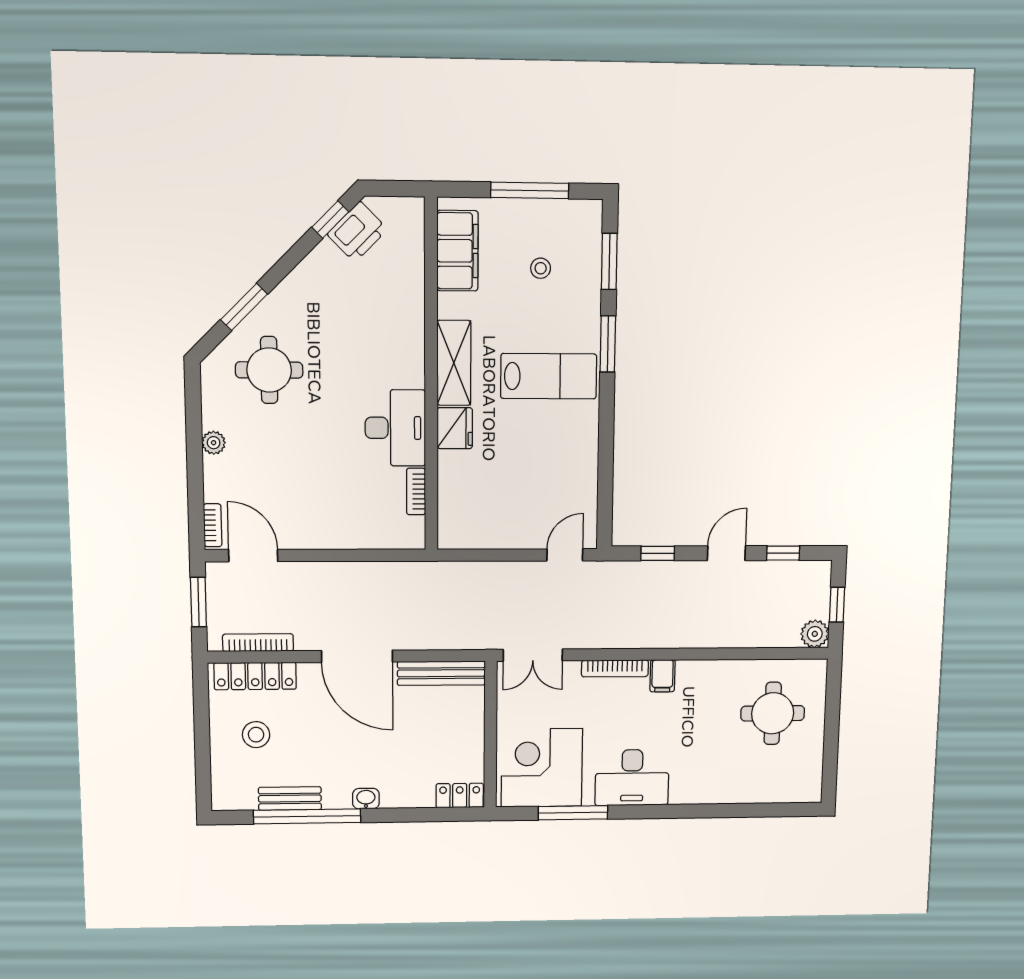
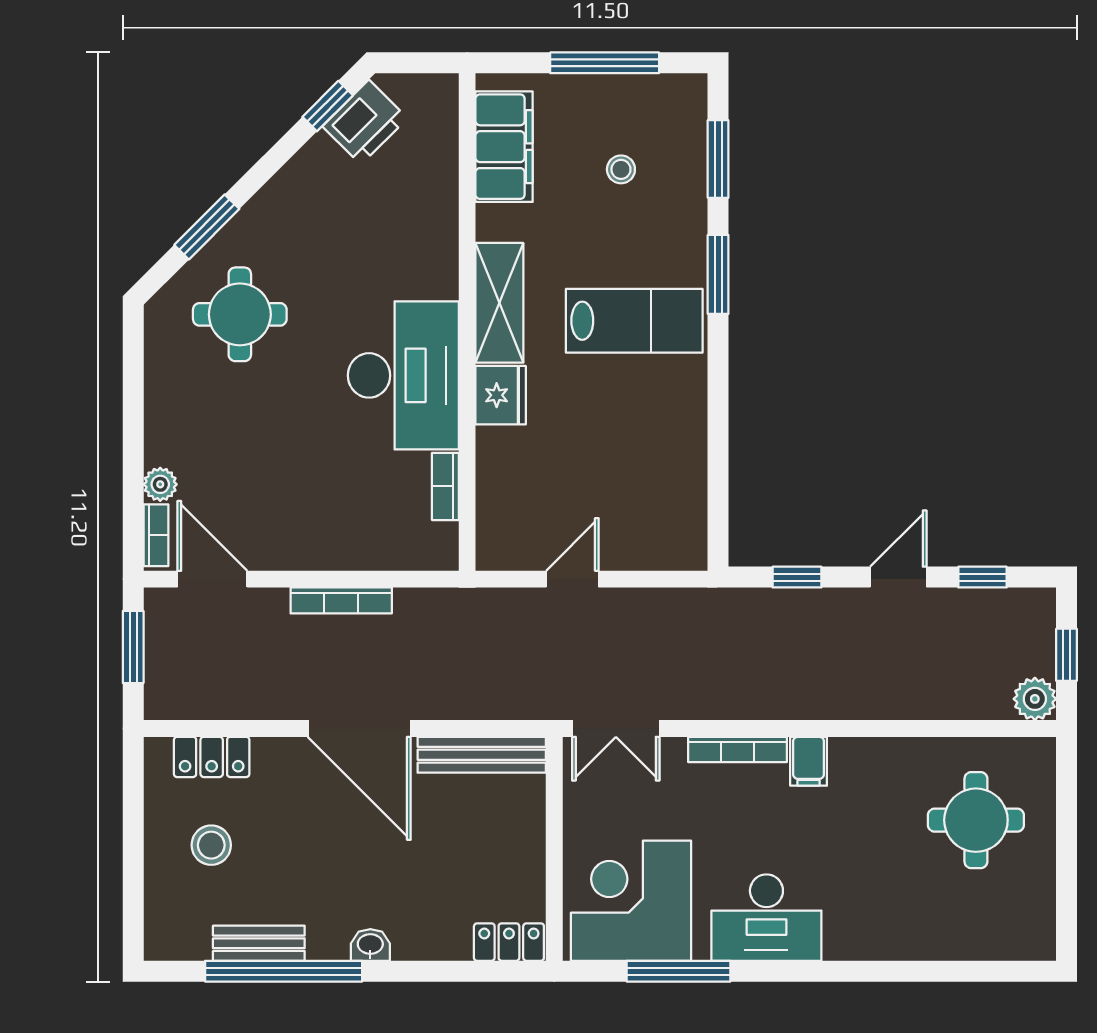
desk: (395, 428) -> (403, 375), width x1.36, depth x1.30
plant: (214, 443) -> (160, 484), moved
door: (565, 555) -> (572, 579), moved
bookcase: (258, 643) -> (341, 600), moved, turned 180
locker: (255, 676) -> (212, 757), width x0.66

